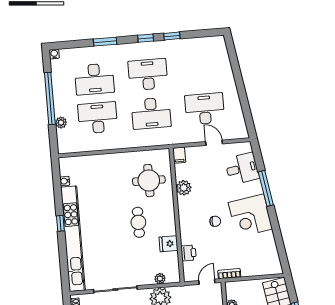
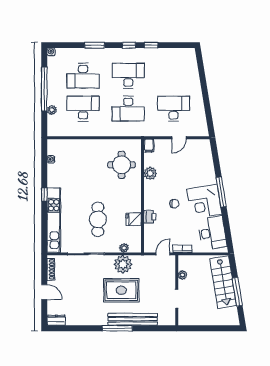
door: (214, 143) -> (179, 138), swing flipped
desk: (242, 169) -> (212, 233), moved, width x1.37
window: (266, 188) -> (221, 192), moved
cafe table: (138, 222) -> (98, 219), moved, width x1.37, depth x1.35
kitchen unit: (73, 239) -> (54, 220), width x0.73
printer: (189, 253) -> (150, 217), moved

